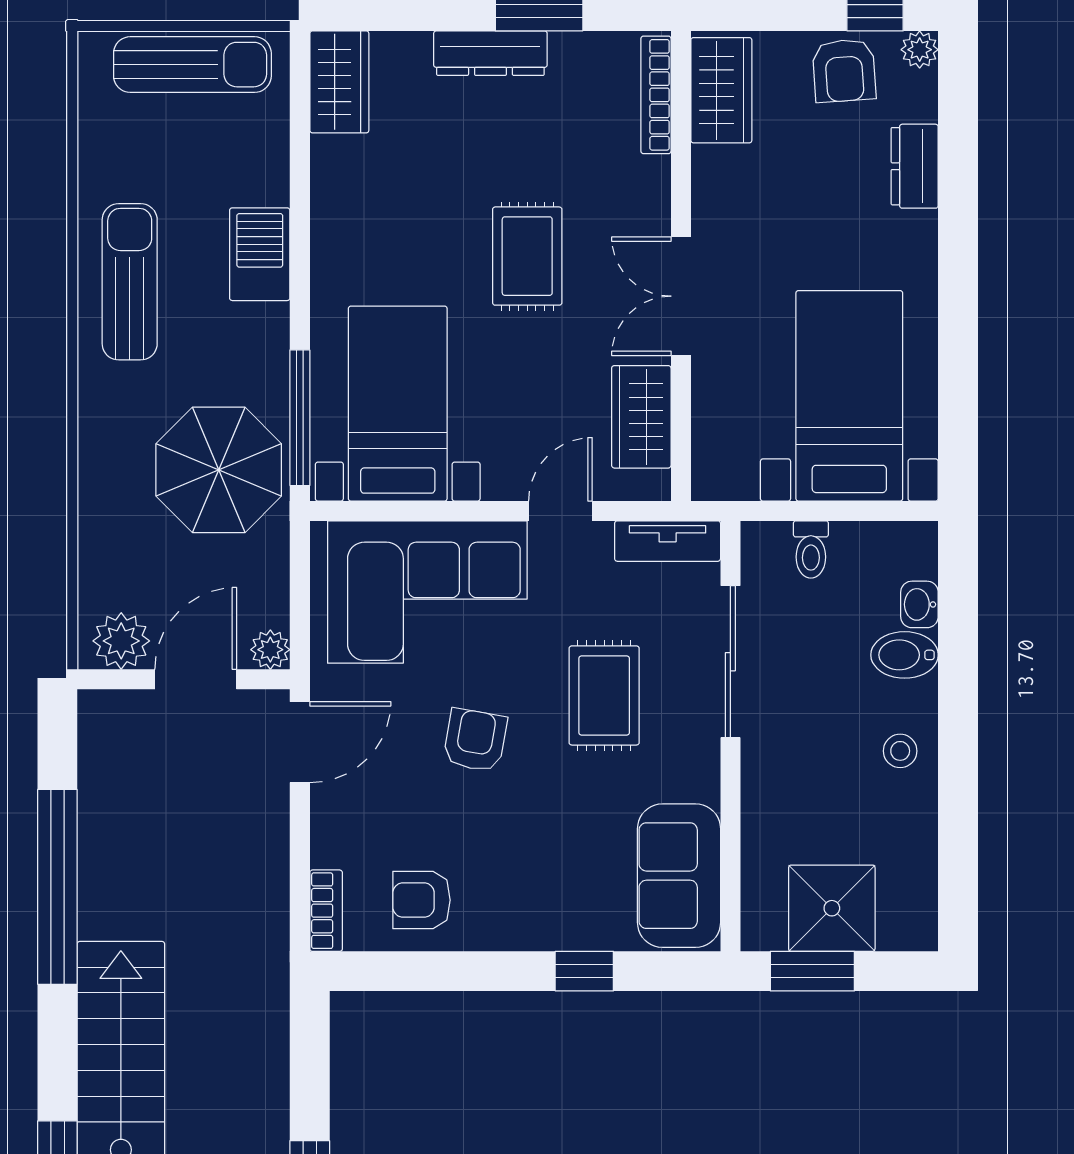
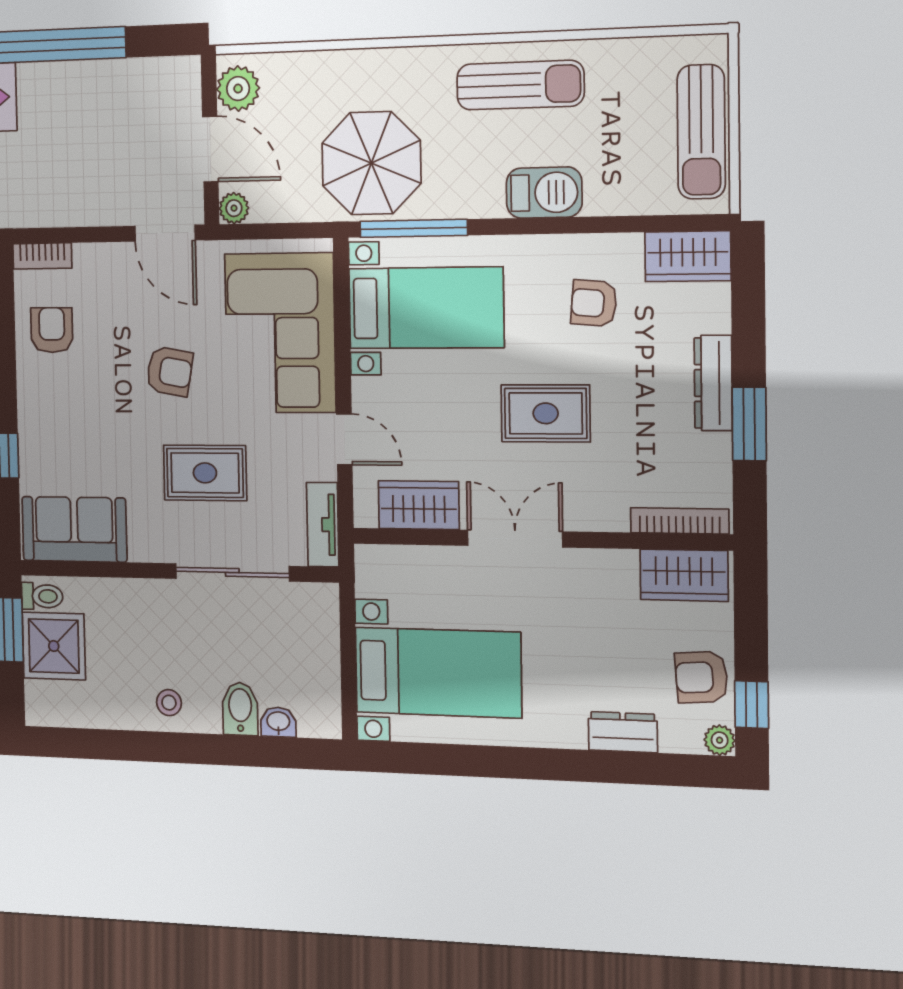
armchair: (394, 195) -> (594, 303), added
toilet: (811, 550) -> (42, 596), moved, turned 180

